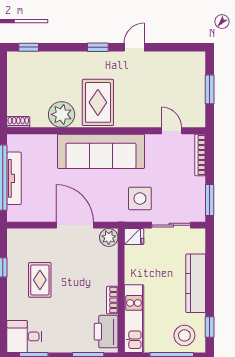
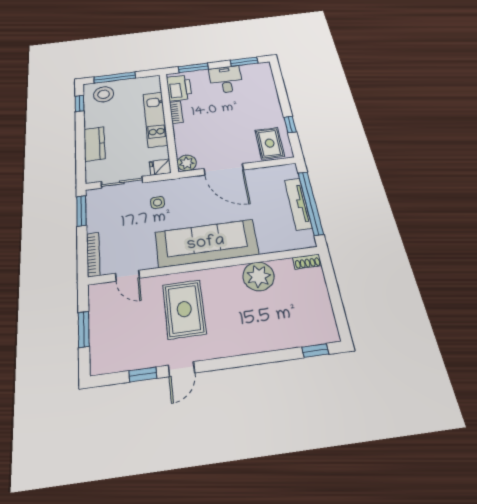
window: (98, 47) -> (143, 374), moved
rug: (98, 102) -> (184, 309), moved
side table: (140, 199) -> (158, 202), width x0.54, depth x0.54
rug: (40, 280) -> (270, 143), moved
kitchen counter: (196, 283) -> (94, 144), width x0.67
kitchen unit: (134, 319) -> (155, 119), moved
desk: (24, 336) -> (226, 79), moved, turned -90

